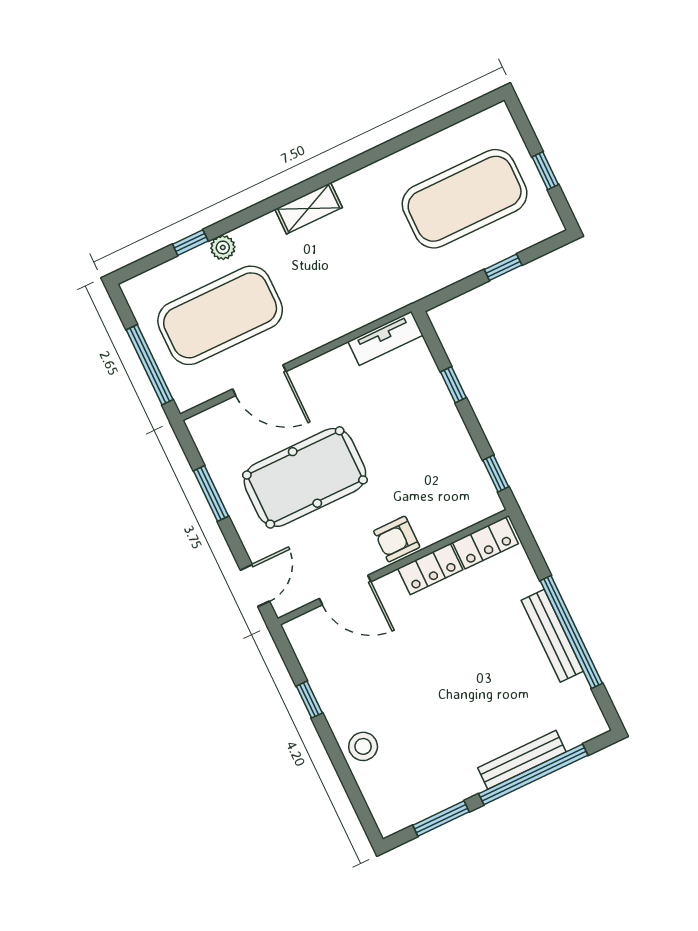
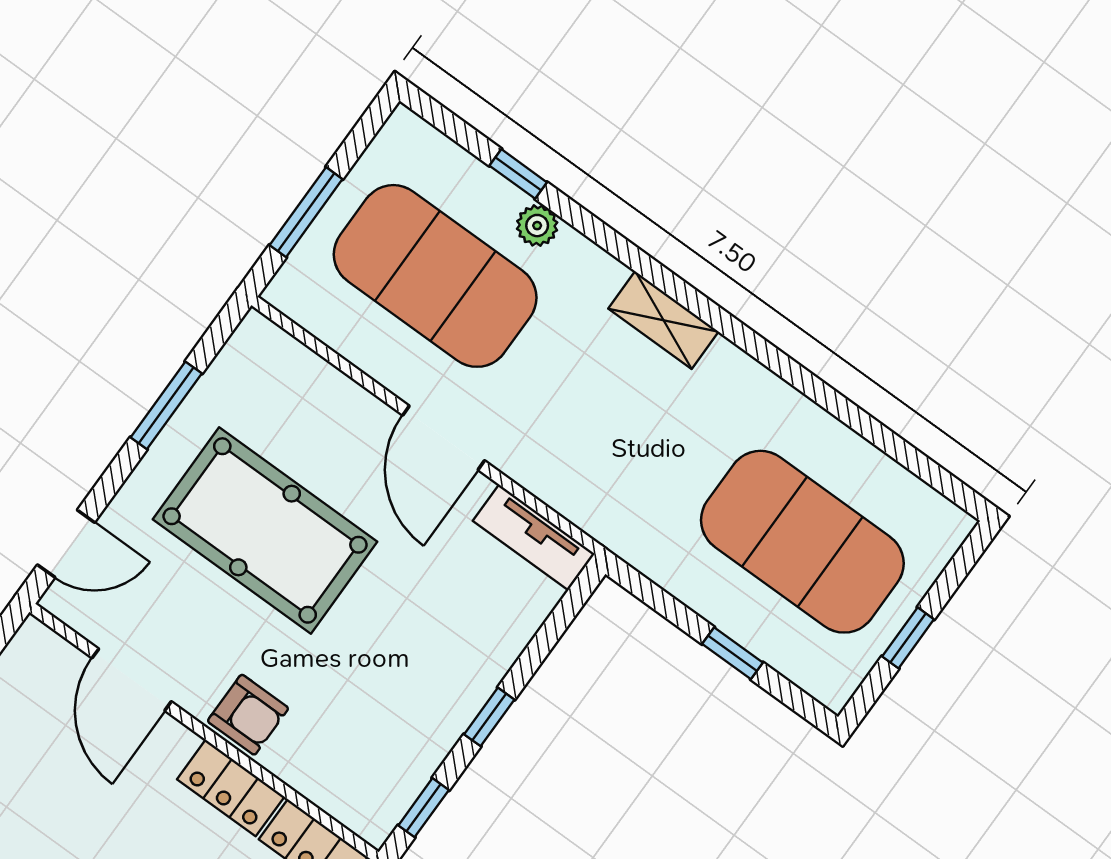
window: (150, 365) -> (306, 212), width x0.69
door: (259, 380) -> (444, 438), moved
window: (453, 385) -> (489, 717), moved
armchair: (397, 539) -> (248, 715), turned 180

